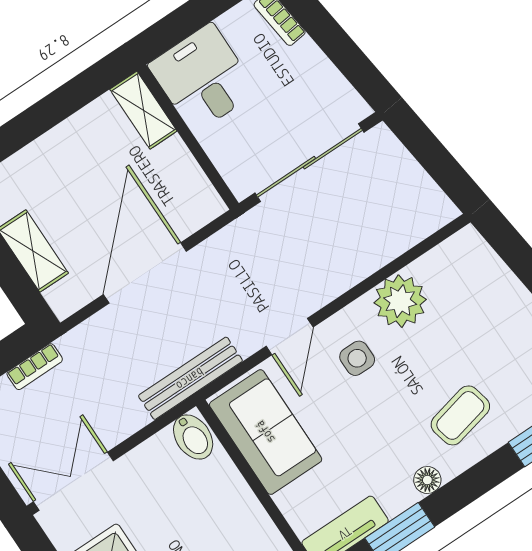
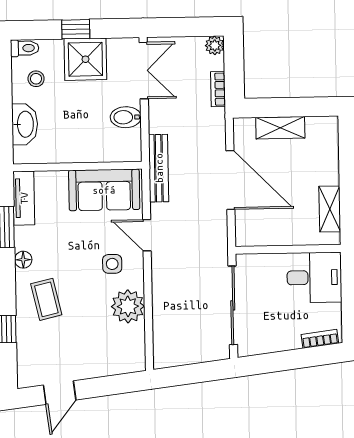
shelving: (143, 110) -> (330, 209), moved, turned 90
bidet: (193, 437) -> (126, 117), moved

